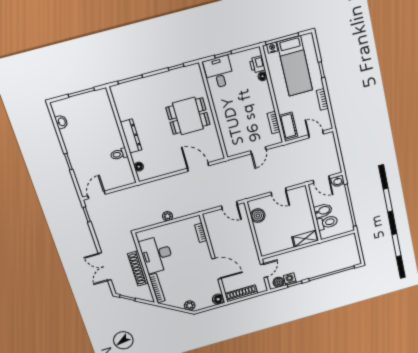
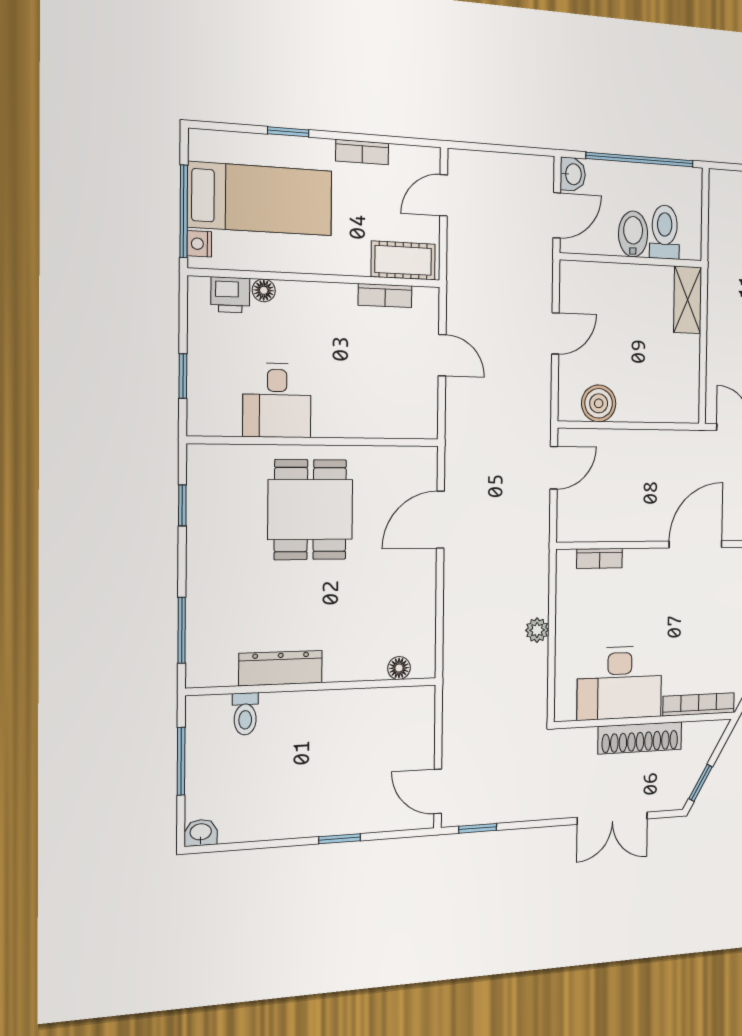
desk: (219, 72) -> (277, 401), moved, turned -90
washbasin: (61, 122) -> (201, 833), moved
dresser: (131, 136) -> (281, 668), moved
toilet: (119, 154) -> (245, 714), moved

